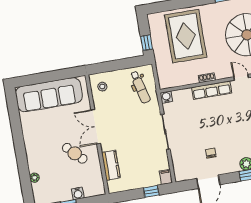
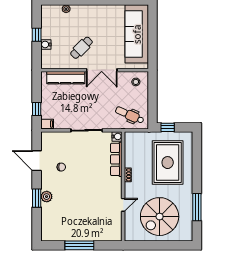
rug: (186, 36) -> (168, 163), turned 90
dental chair: (140, 87) -> (130, 115), turned 38
row of seats: (212, 90) -> (116, 159), moved
double door: (96, 127) -> (102, 70), swing flipped
kitchen counter: (111, 165) -> (66, 78), width x1.50

